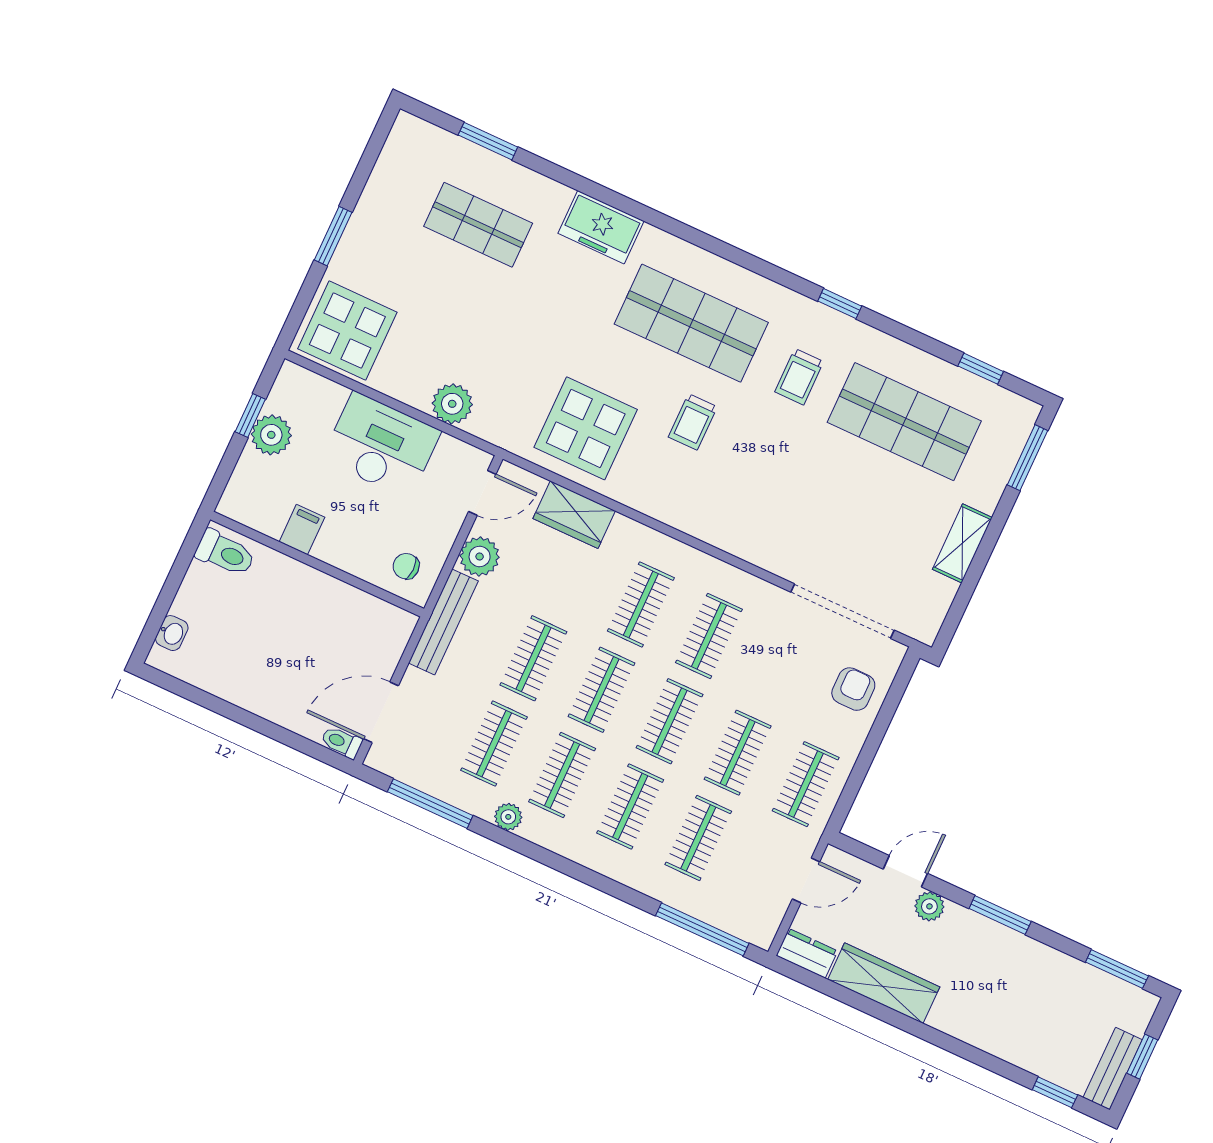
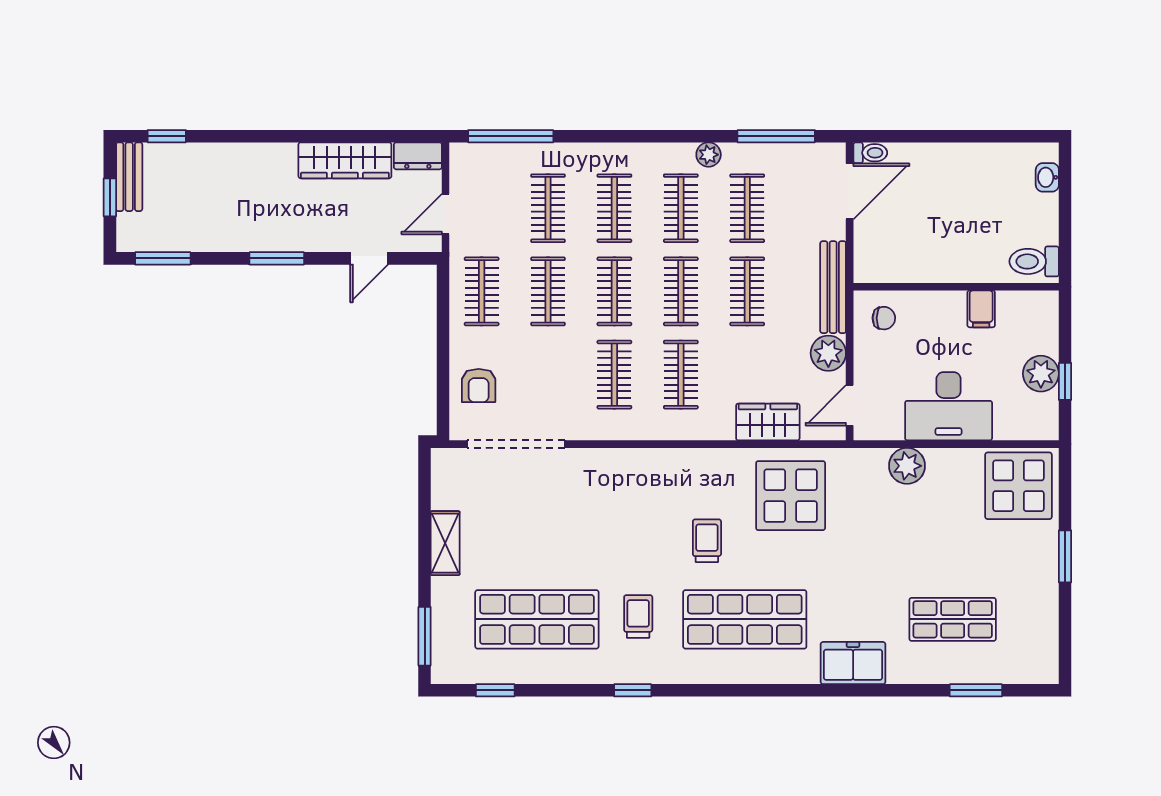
plant: (929, 906) -> (337, 239), removed

